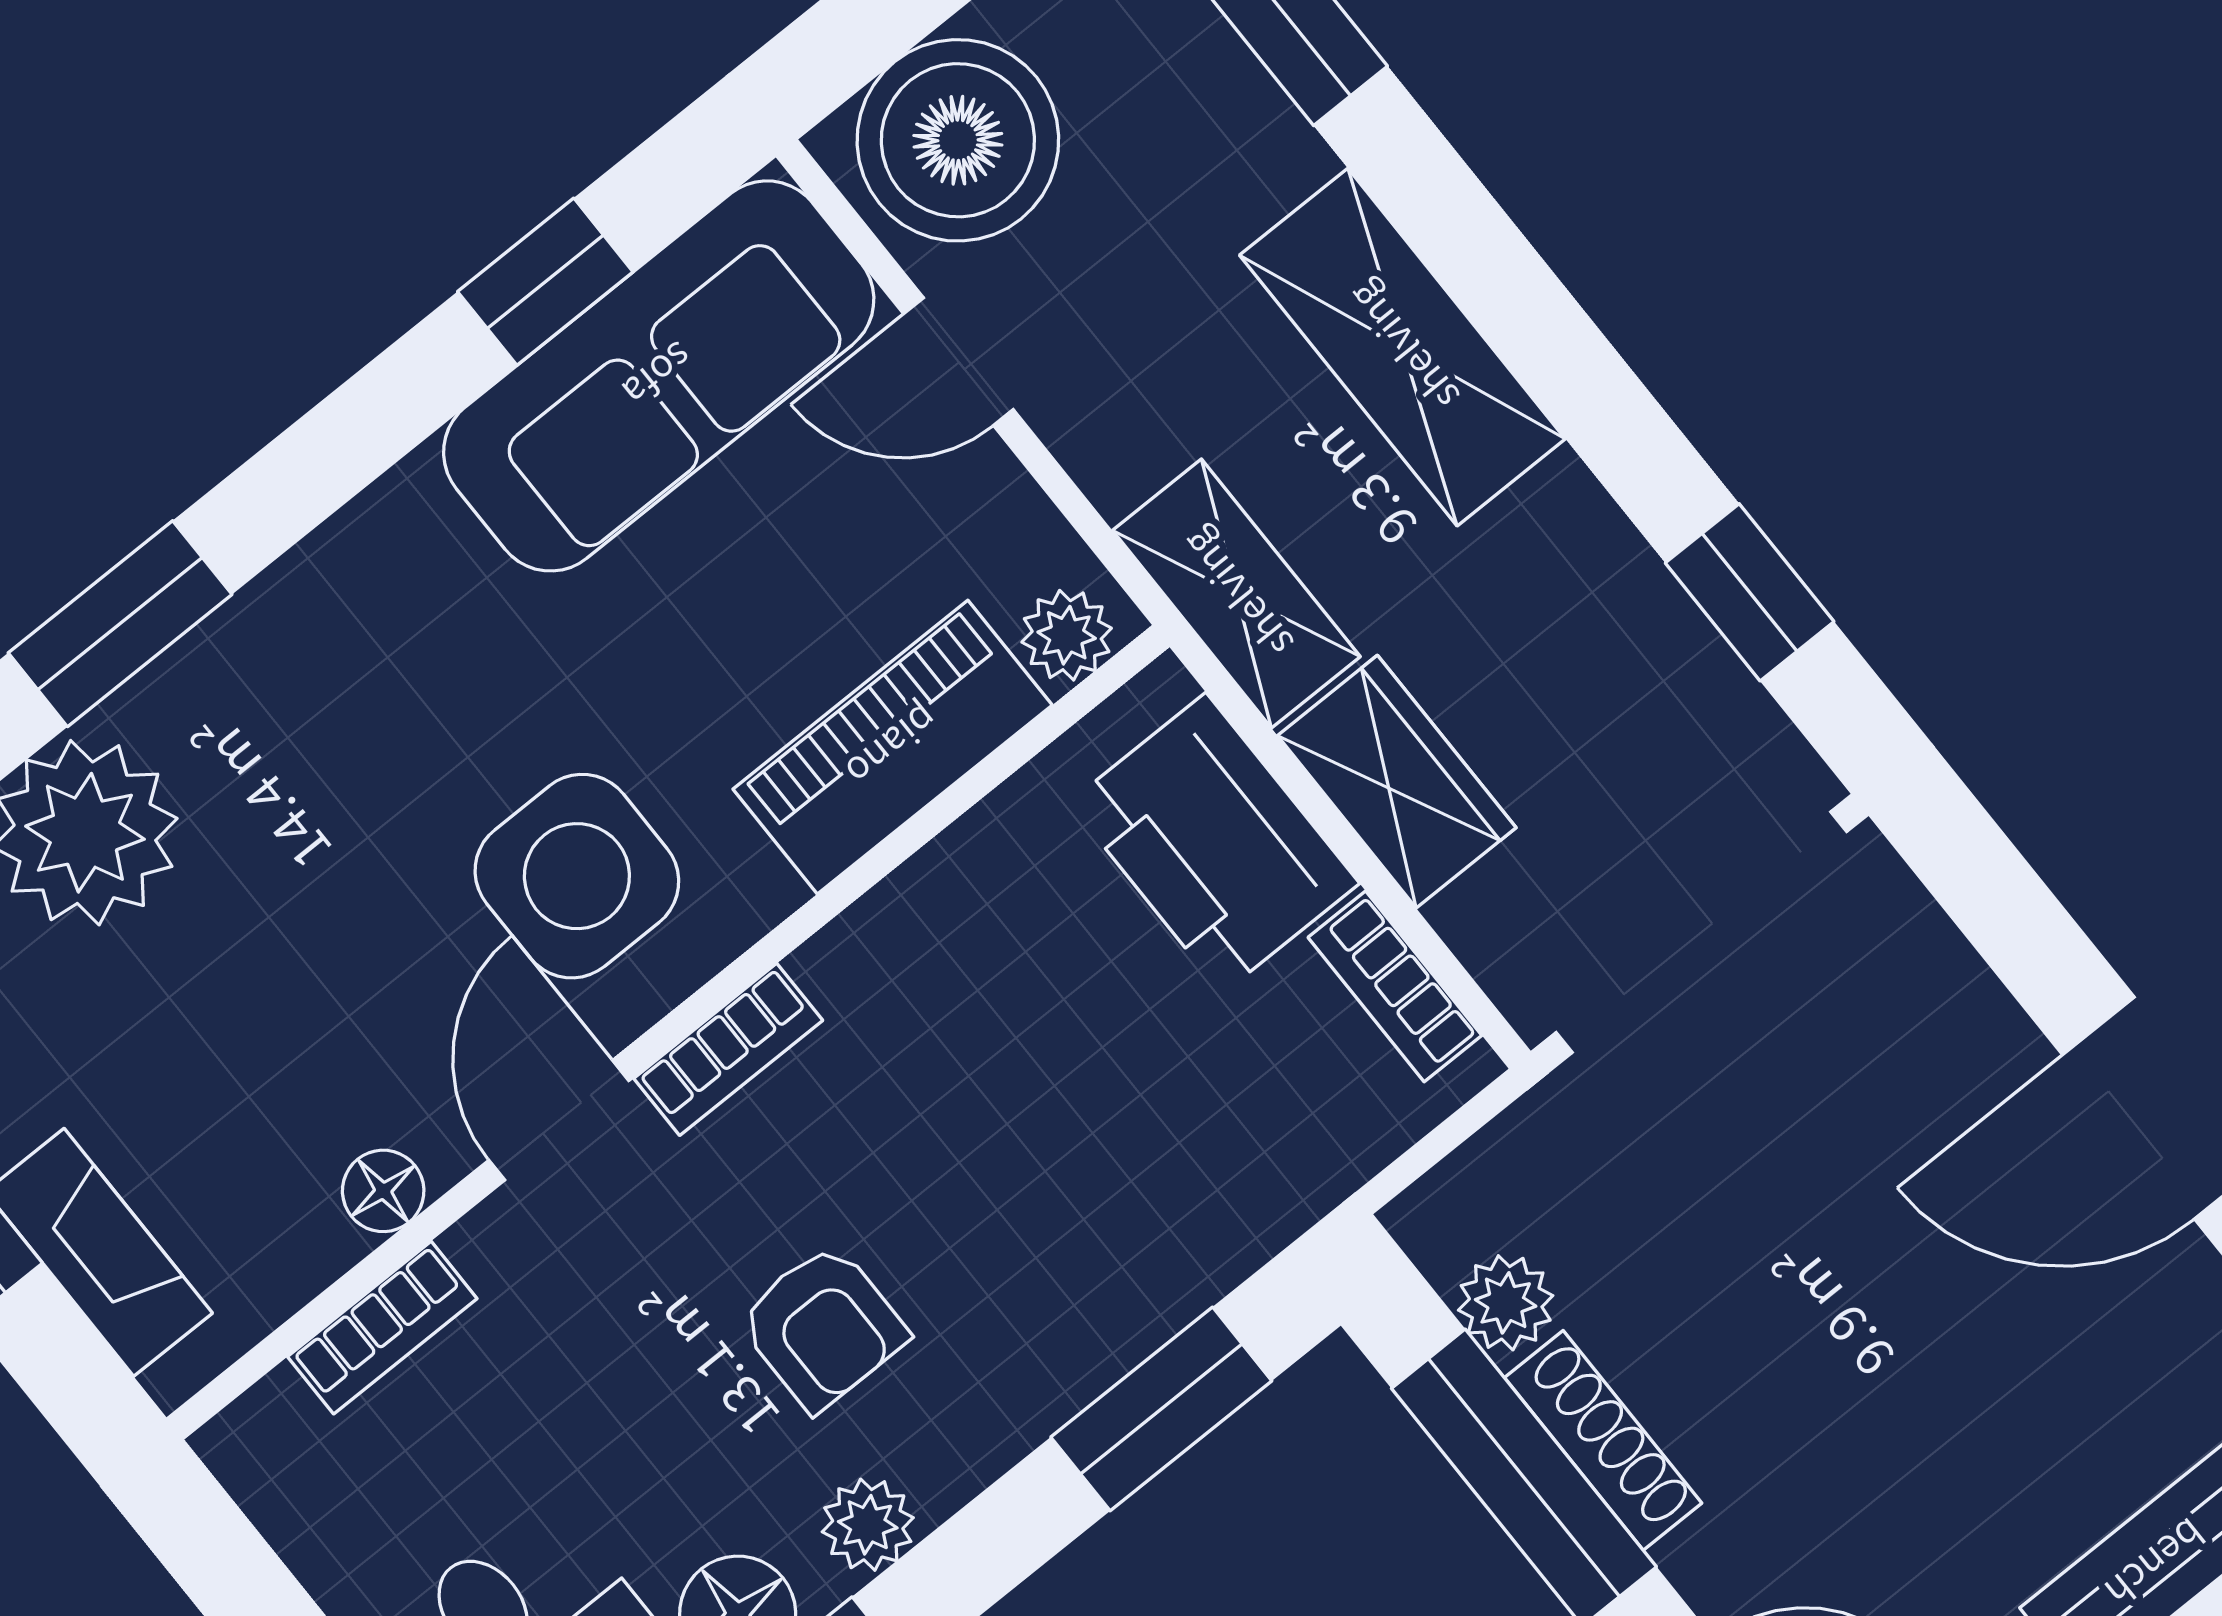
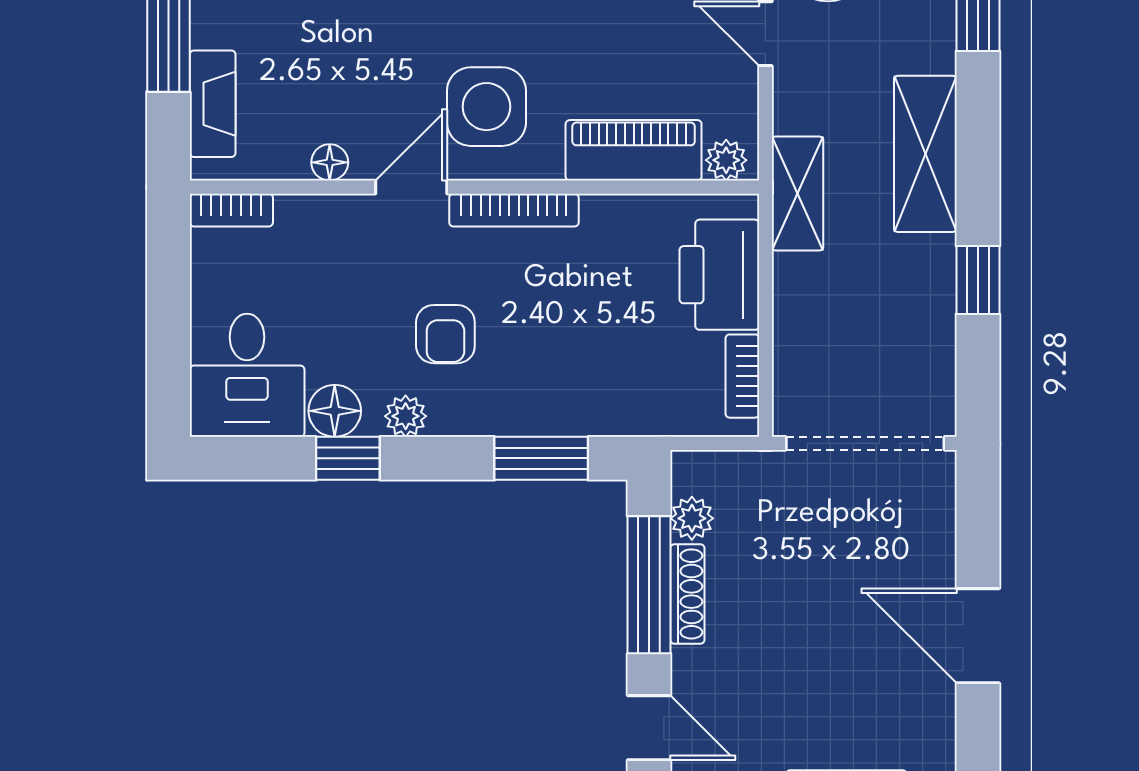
window: (1750, 592) -> (978, 280), moved
wardrobe: (1397, 782) -> (801, 305), removed
bookcase: (728, 1049) -> (514, 210), width x1.56
bookcase: (382, 1328) -> (231, 210), moved

